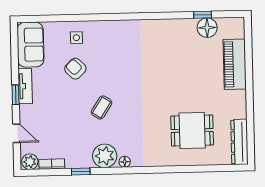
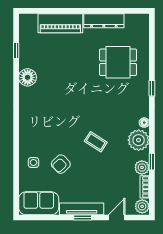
floor lamp: (207, 28) -> (28, 77), moved
tv unit: (25, 86) -> (82, 209), width x1.41
dining table: (192, 130) -> (118, 62), turned 90
dresser: (240, 142) -> (104, 21), moved
plant: (74, 161) -> (142, 167), added
window: (164, 169) -> (152, 88), added

